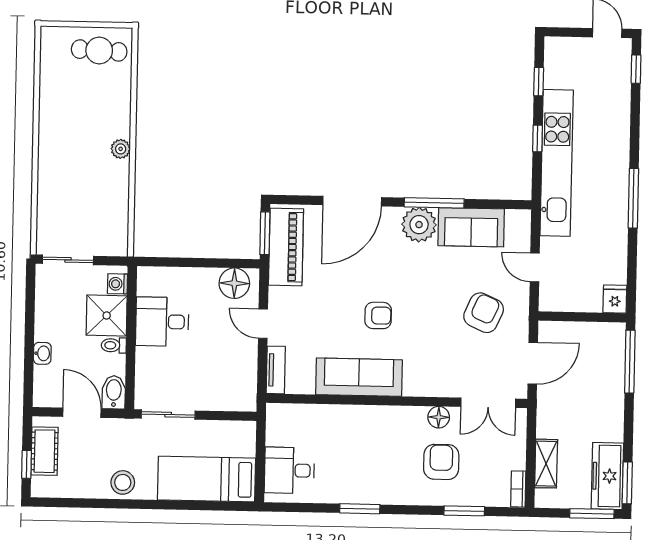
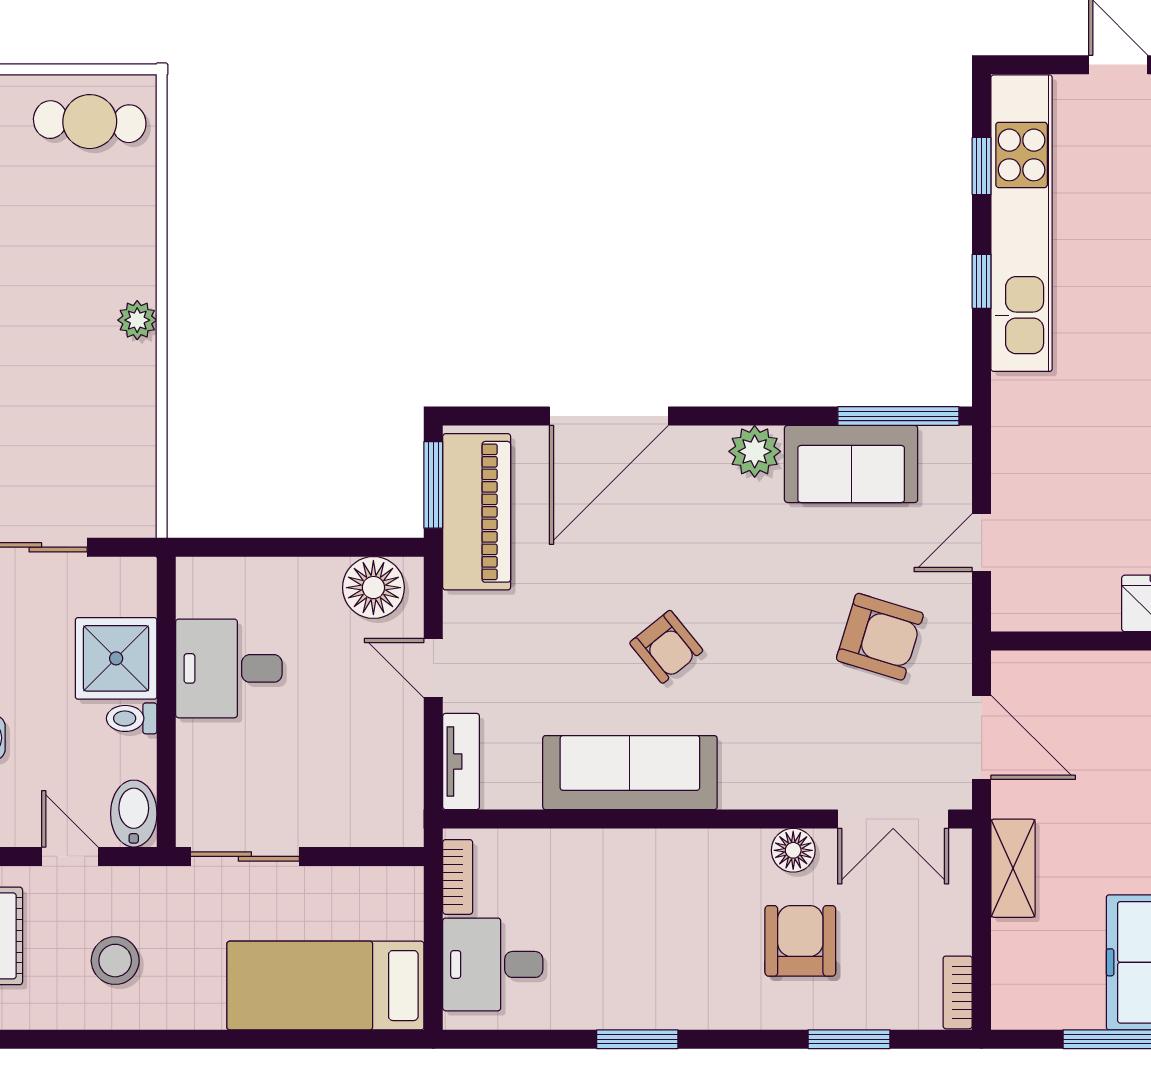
kitchen unit: (557, 163) -> (1022, 223), moved
window: (434, 203) -> (898, 416), moved
plant: (419, 225) -> (755, 451), width x0.73, depth x0.73
door: (535, 267) -> (982, 543), hinge flipped
washing machine: (118, 284) -> (137, 594), removed
armchair: (484, 313) -> (880, 637), turned 83
armchair: (378, 315) -> (666, 647), turned 51
door: (533, 363) -> (982, 737), hinge flipped
door: (82, 413) -> (70, 856), width x0.73
bookcase: (273, 427) -> (458, 877), added
shelving: (546, 464) -> (1013, 868), moved
stool: (123, 482) -> (115, 961), moved

